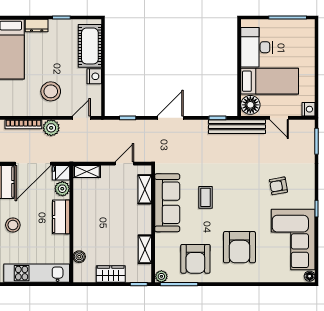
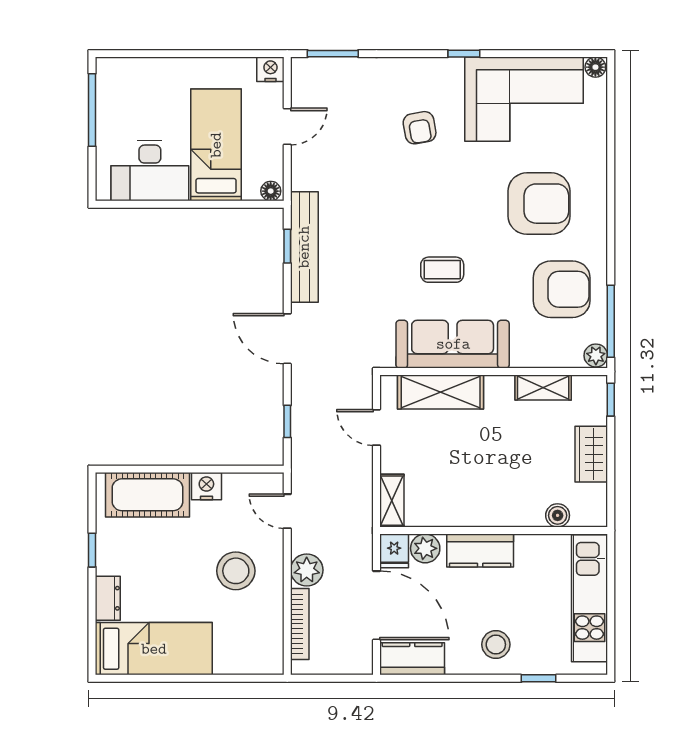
floor lamp: (250, 105) -> (271, 191), width x0.53, depth x0.53
bench: (237, 127) -> (304, 247), moved
shelving: (145, 189) -> (441, 392), width x1.50, depth x1.33

